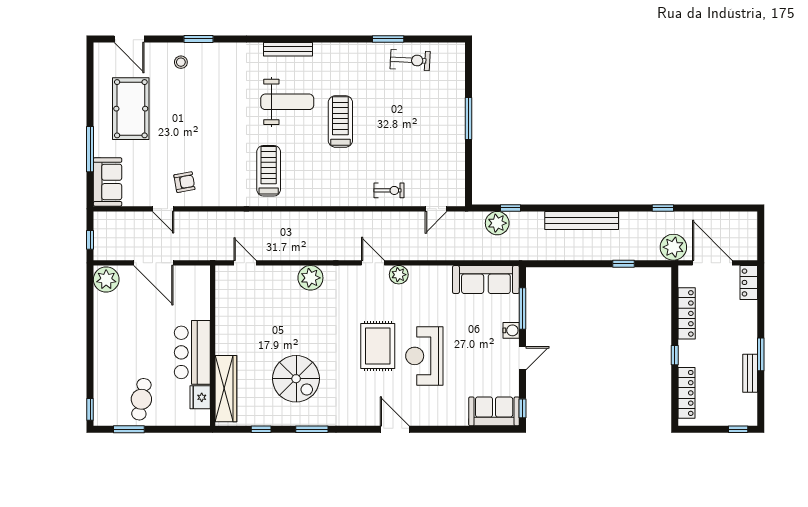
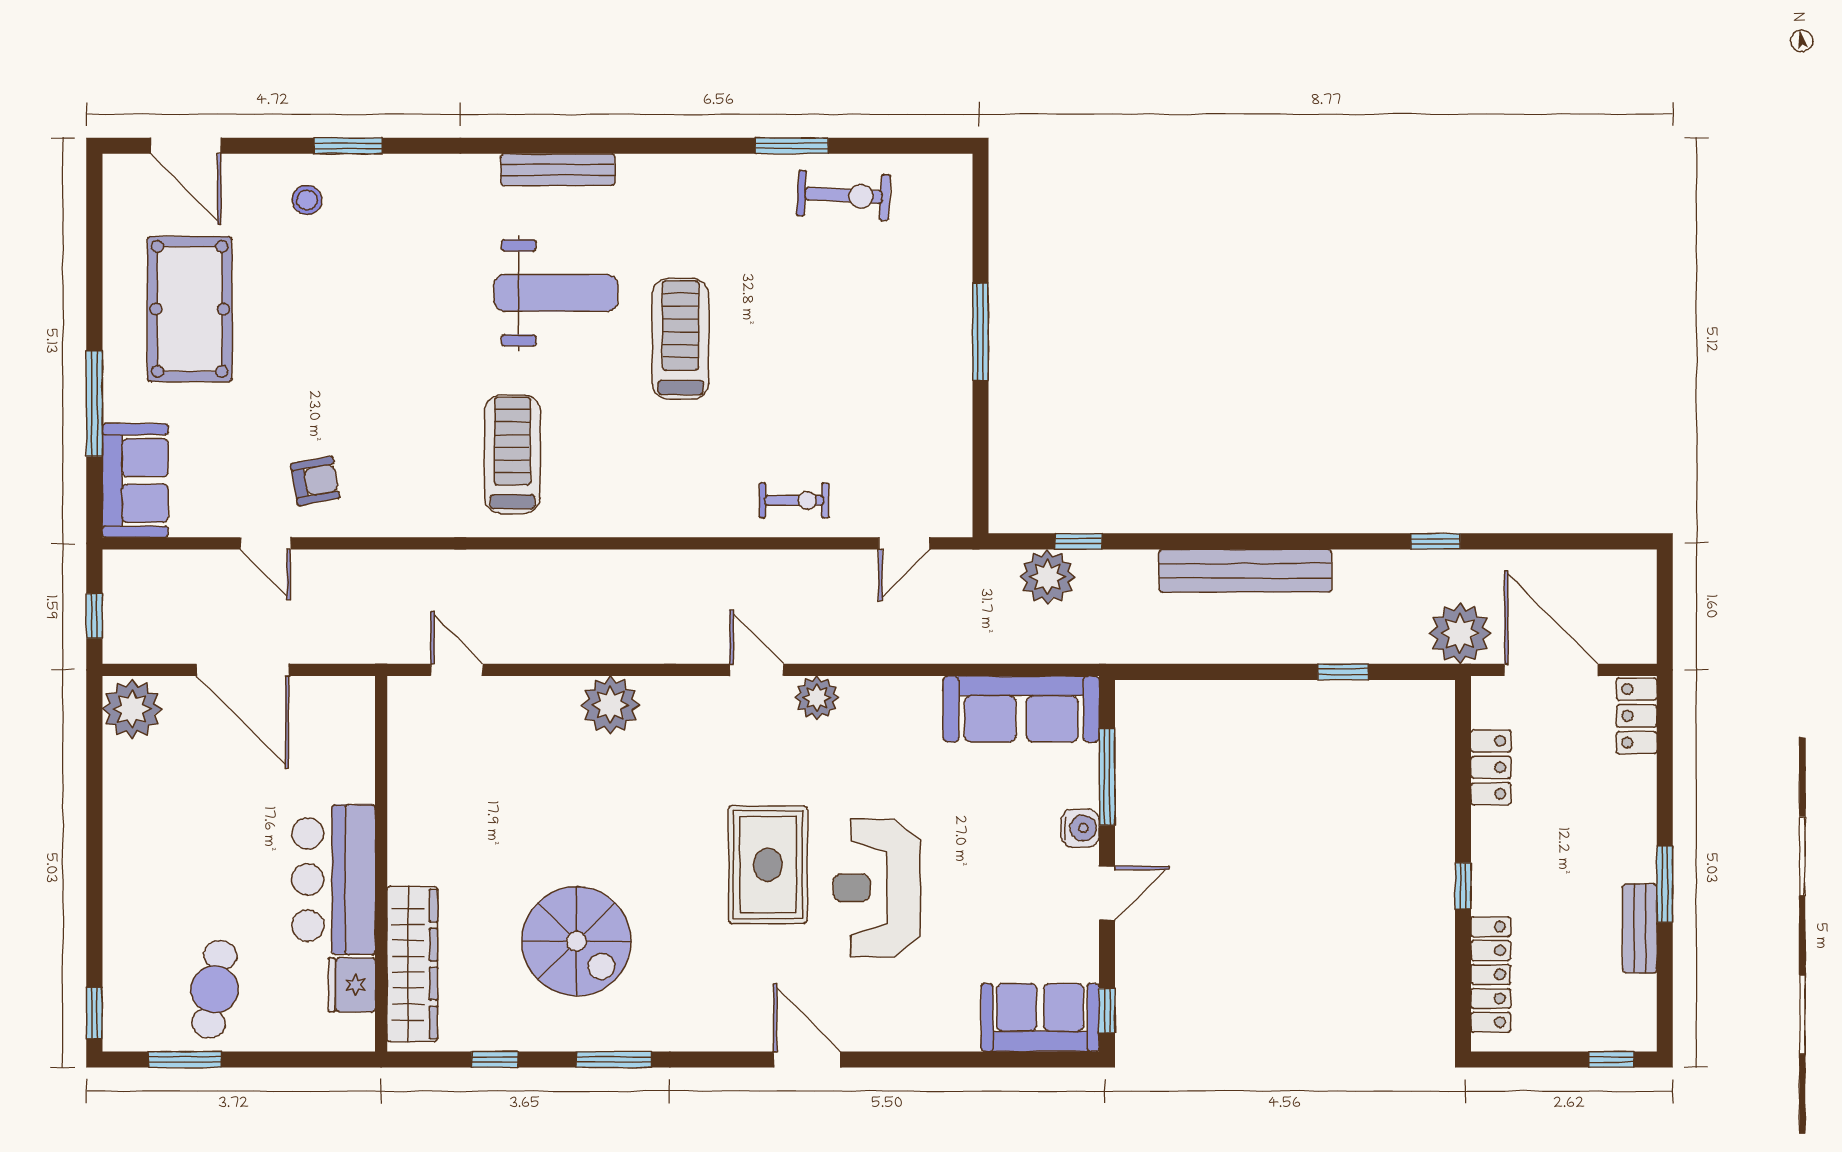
locker: (687, 313) -> (1491, 767), width x0.66

